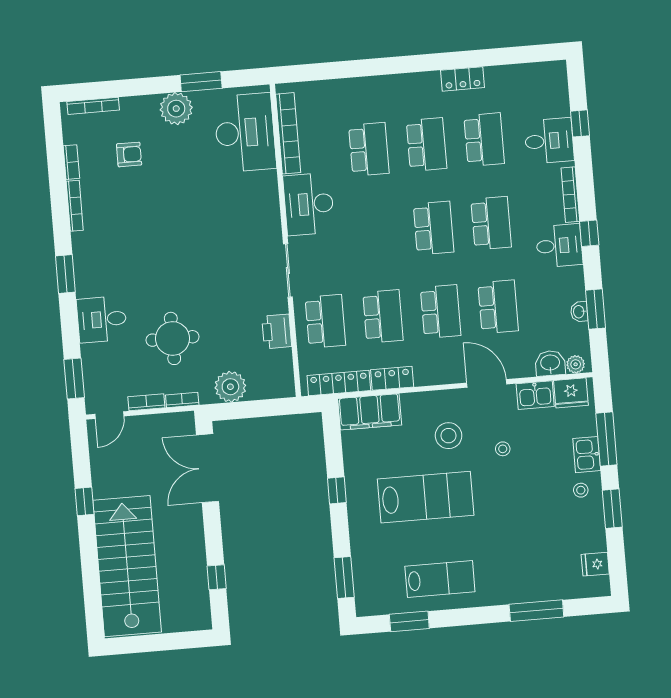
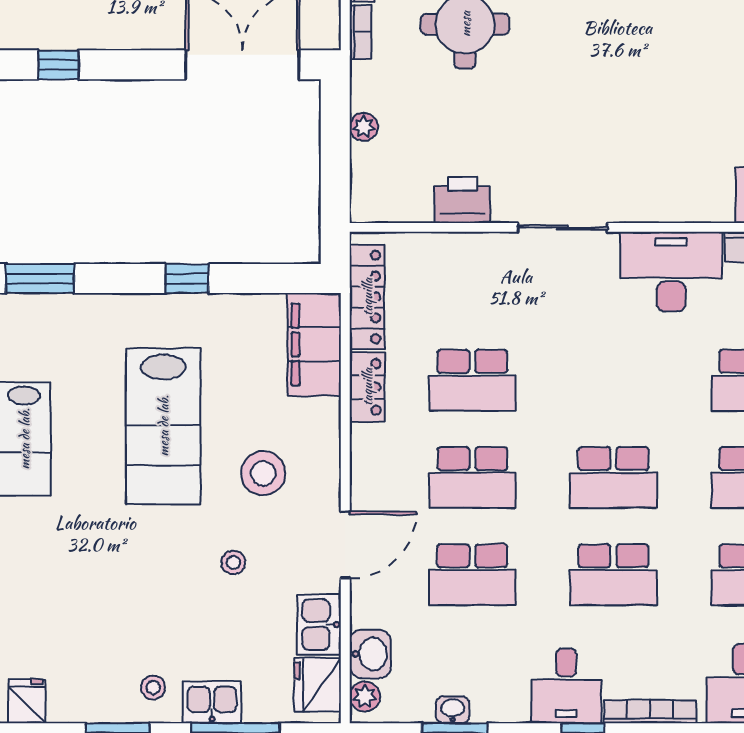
school desk: (325, 321) -> (472, 283), removed
plant: (230, 387) -> (364, 127), width x0.53, depth x0.53

